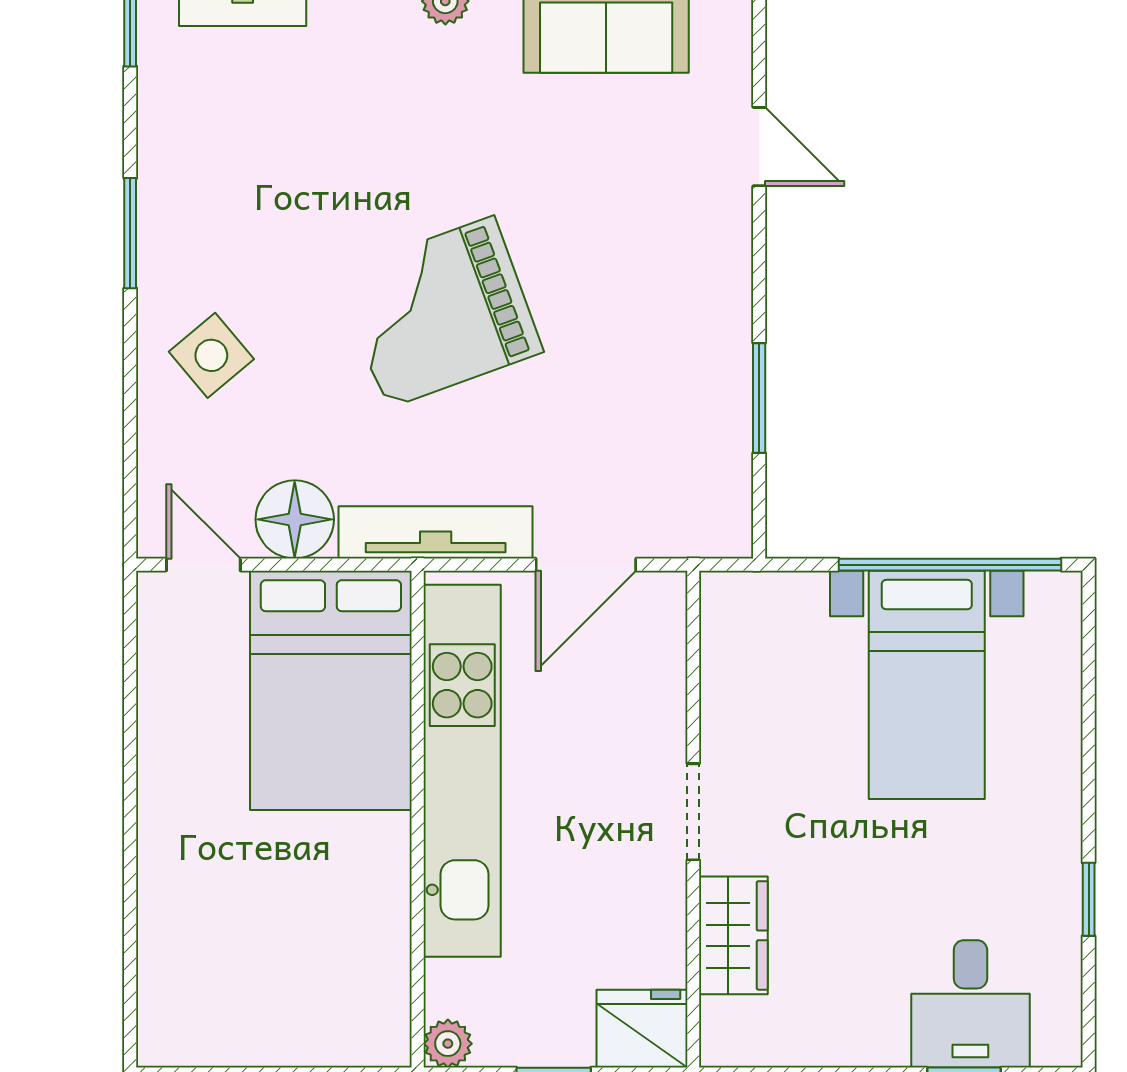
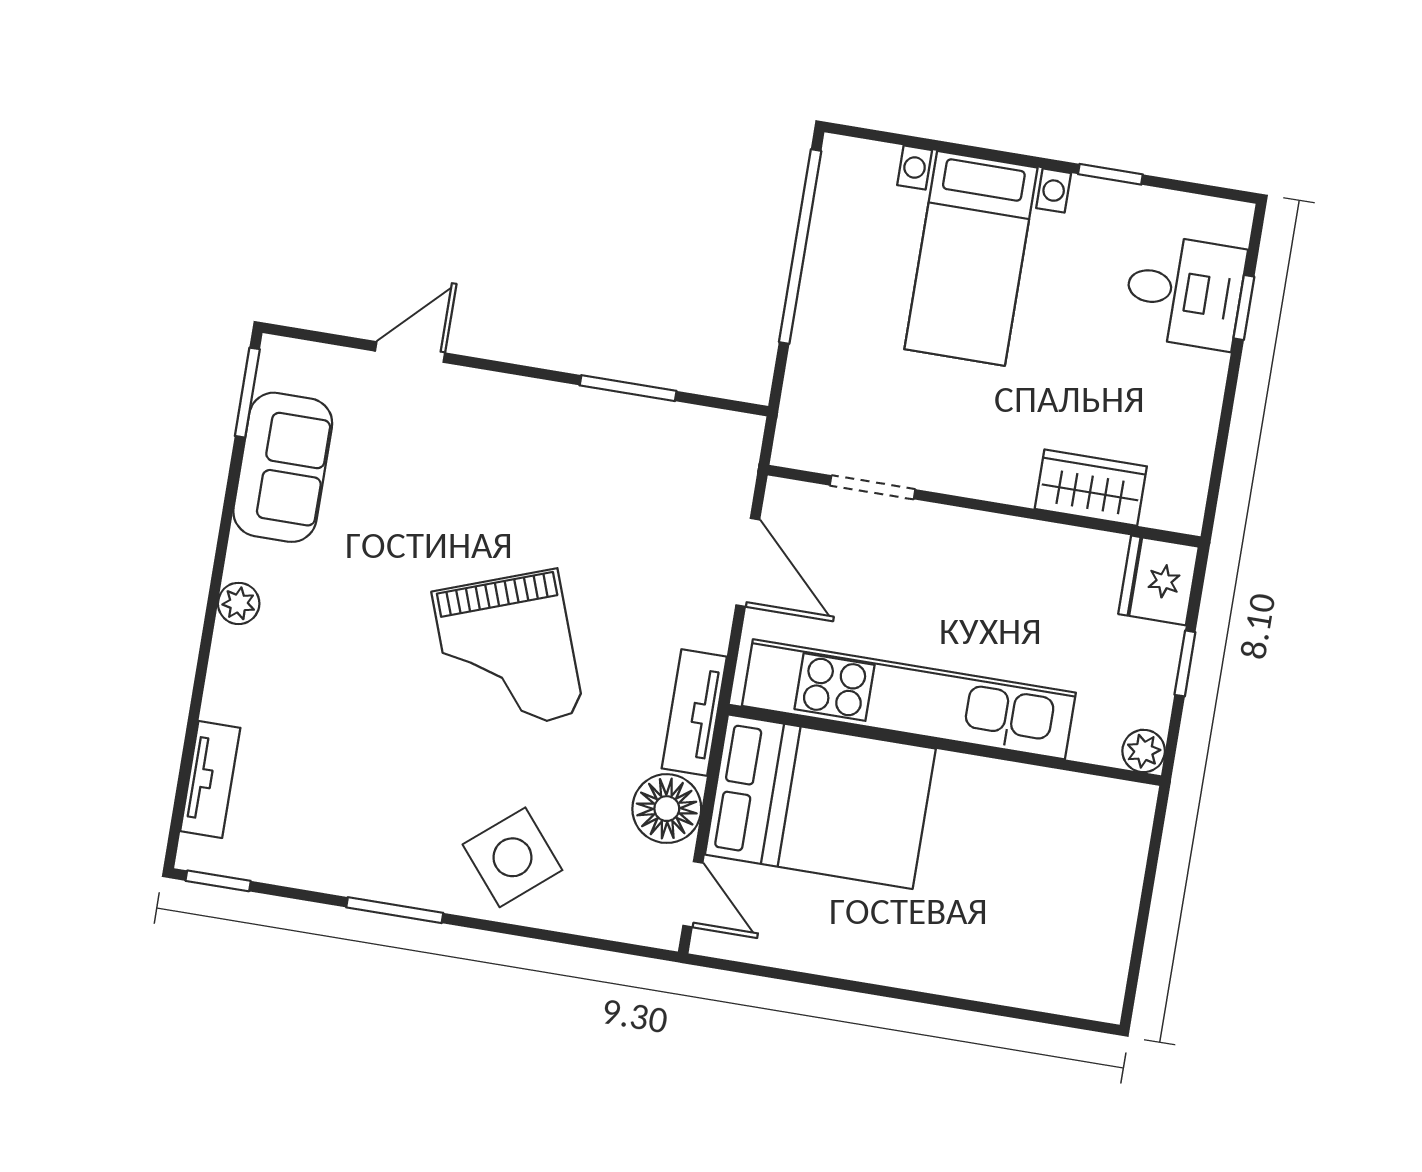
side table: (211, 355) -> (512, 857), width x1.37, depth x1.37
tv unit: (436, 532) -> (694, 713), width x0.71
door: (203, 565) -> (693, 894), swing flipped
bed with nightstands: (927, 685) -> (971, 258), moved, turned 90
doorway: (693, 812) -> (873, 487), moved

